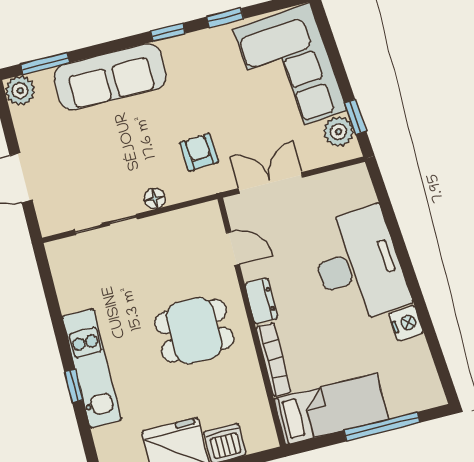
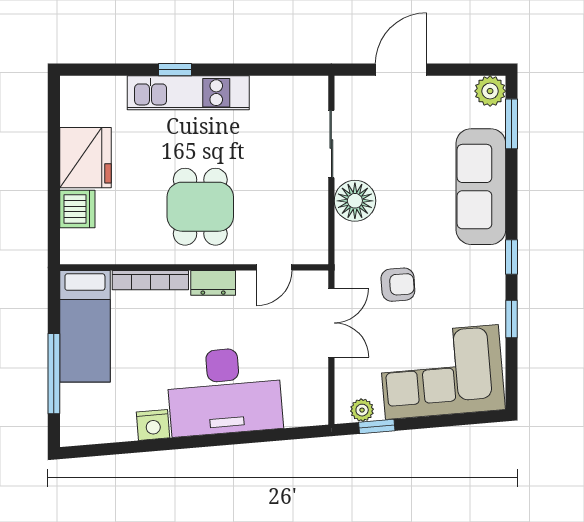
plant: (338, 132) -> (362, 410), width x0.73, depth x0.73
armchair: (199, 152) -> (398, 285), moved
floor lamp: (155, 198) -> (355, 201), width x1.89, depth x1.89

